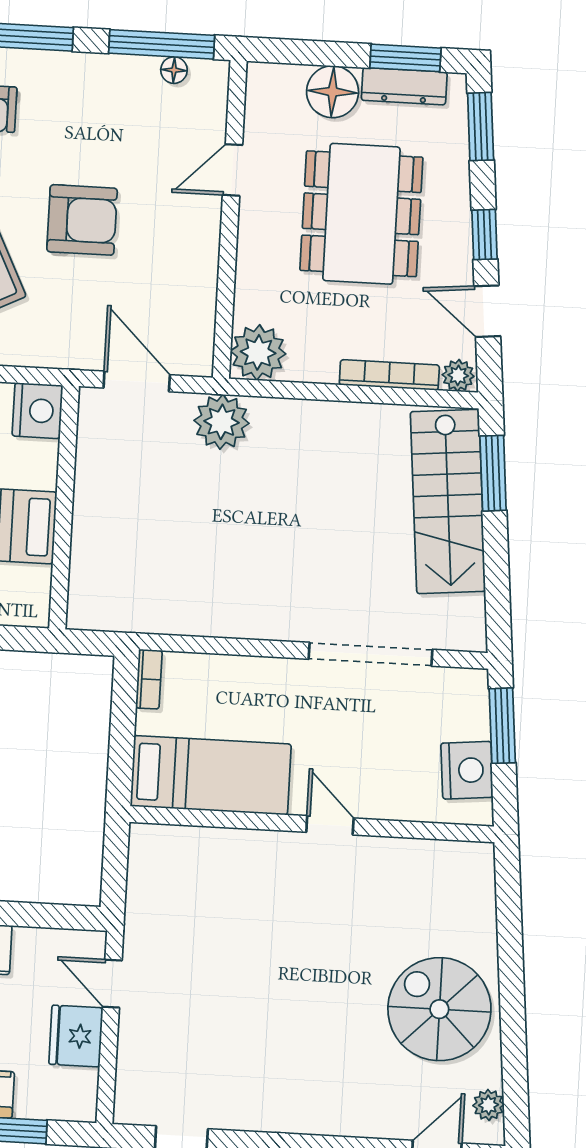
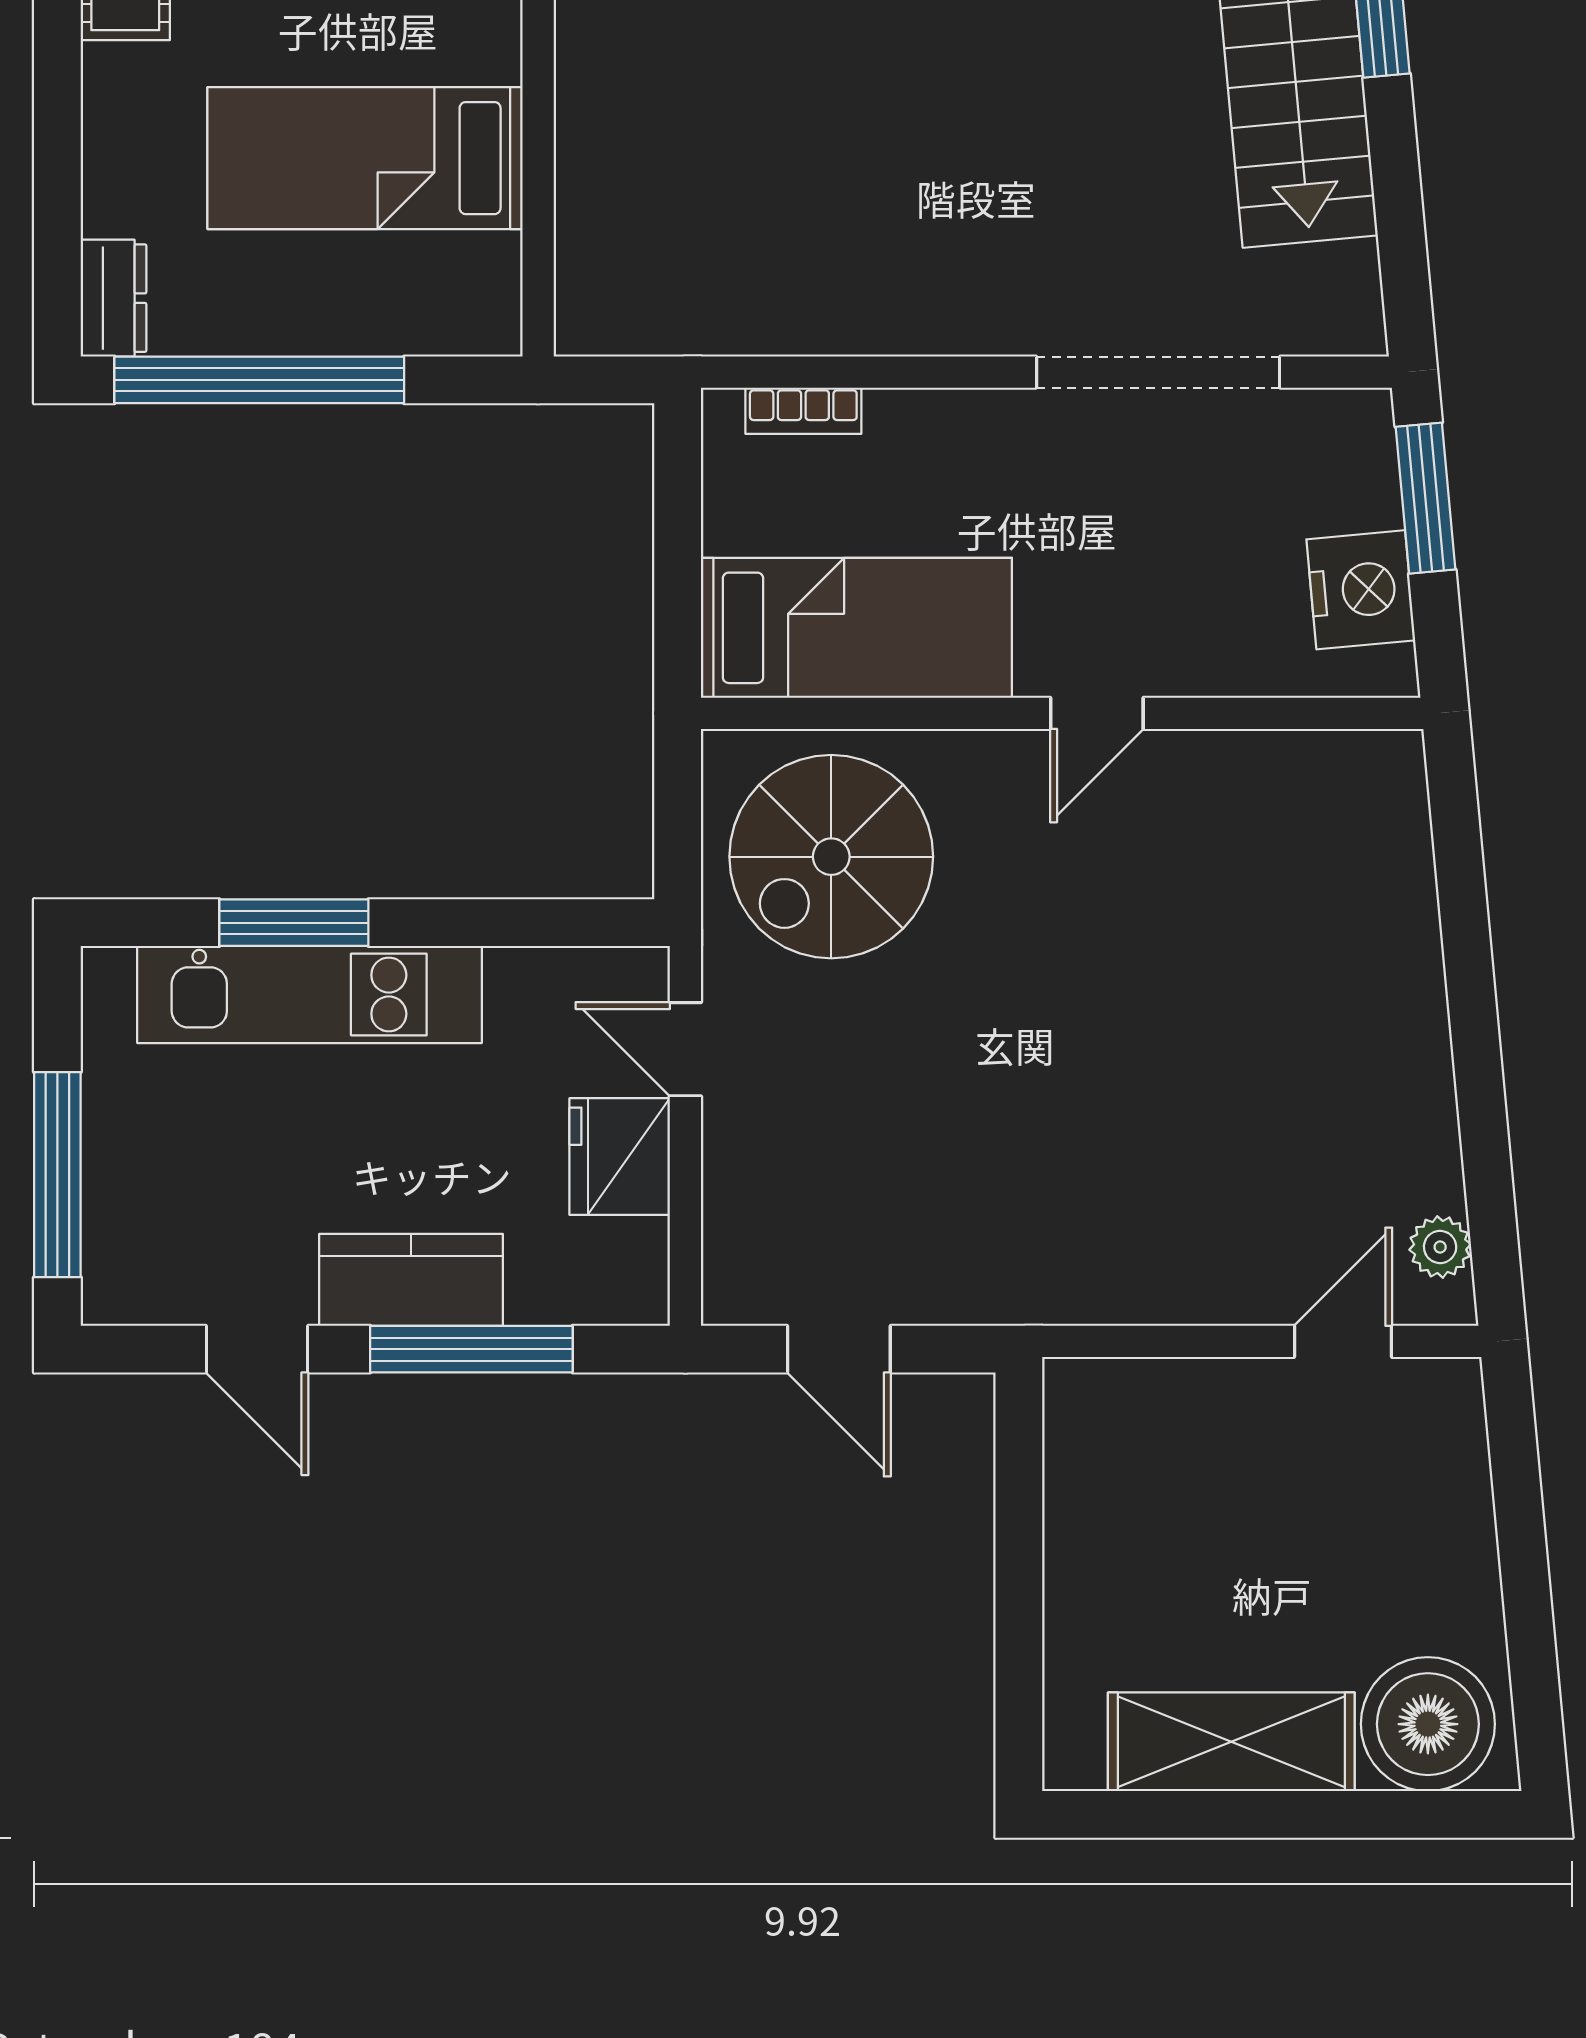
bookcase: (149, 679) -> (803, 411), moved, turned 90
door: (330, 825) -> (1097, 713), swing flipped
spiral stairs: (439, 1009) -> (831, 857), moved, turned -90

